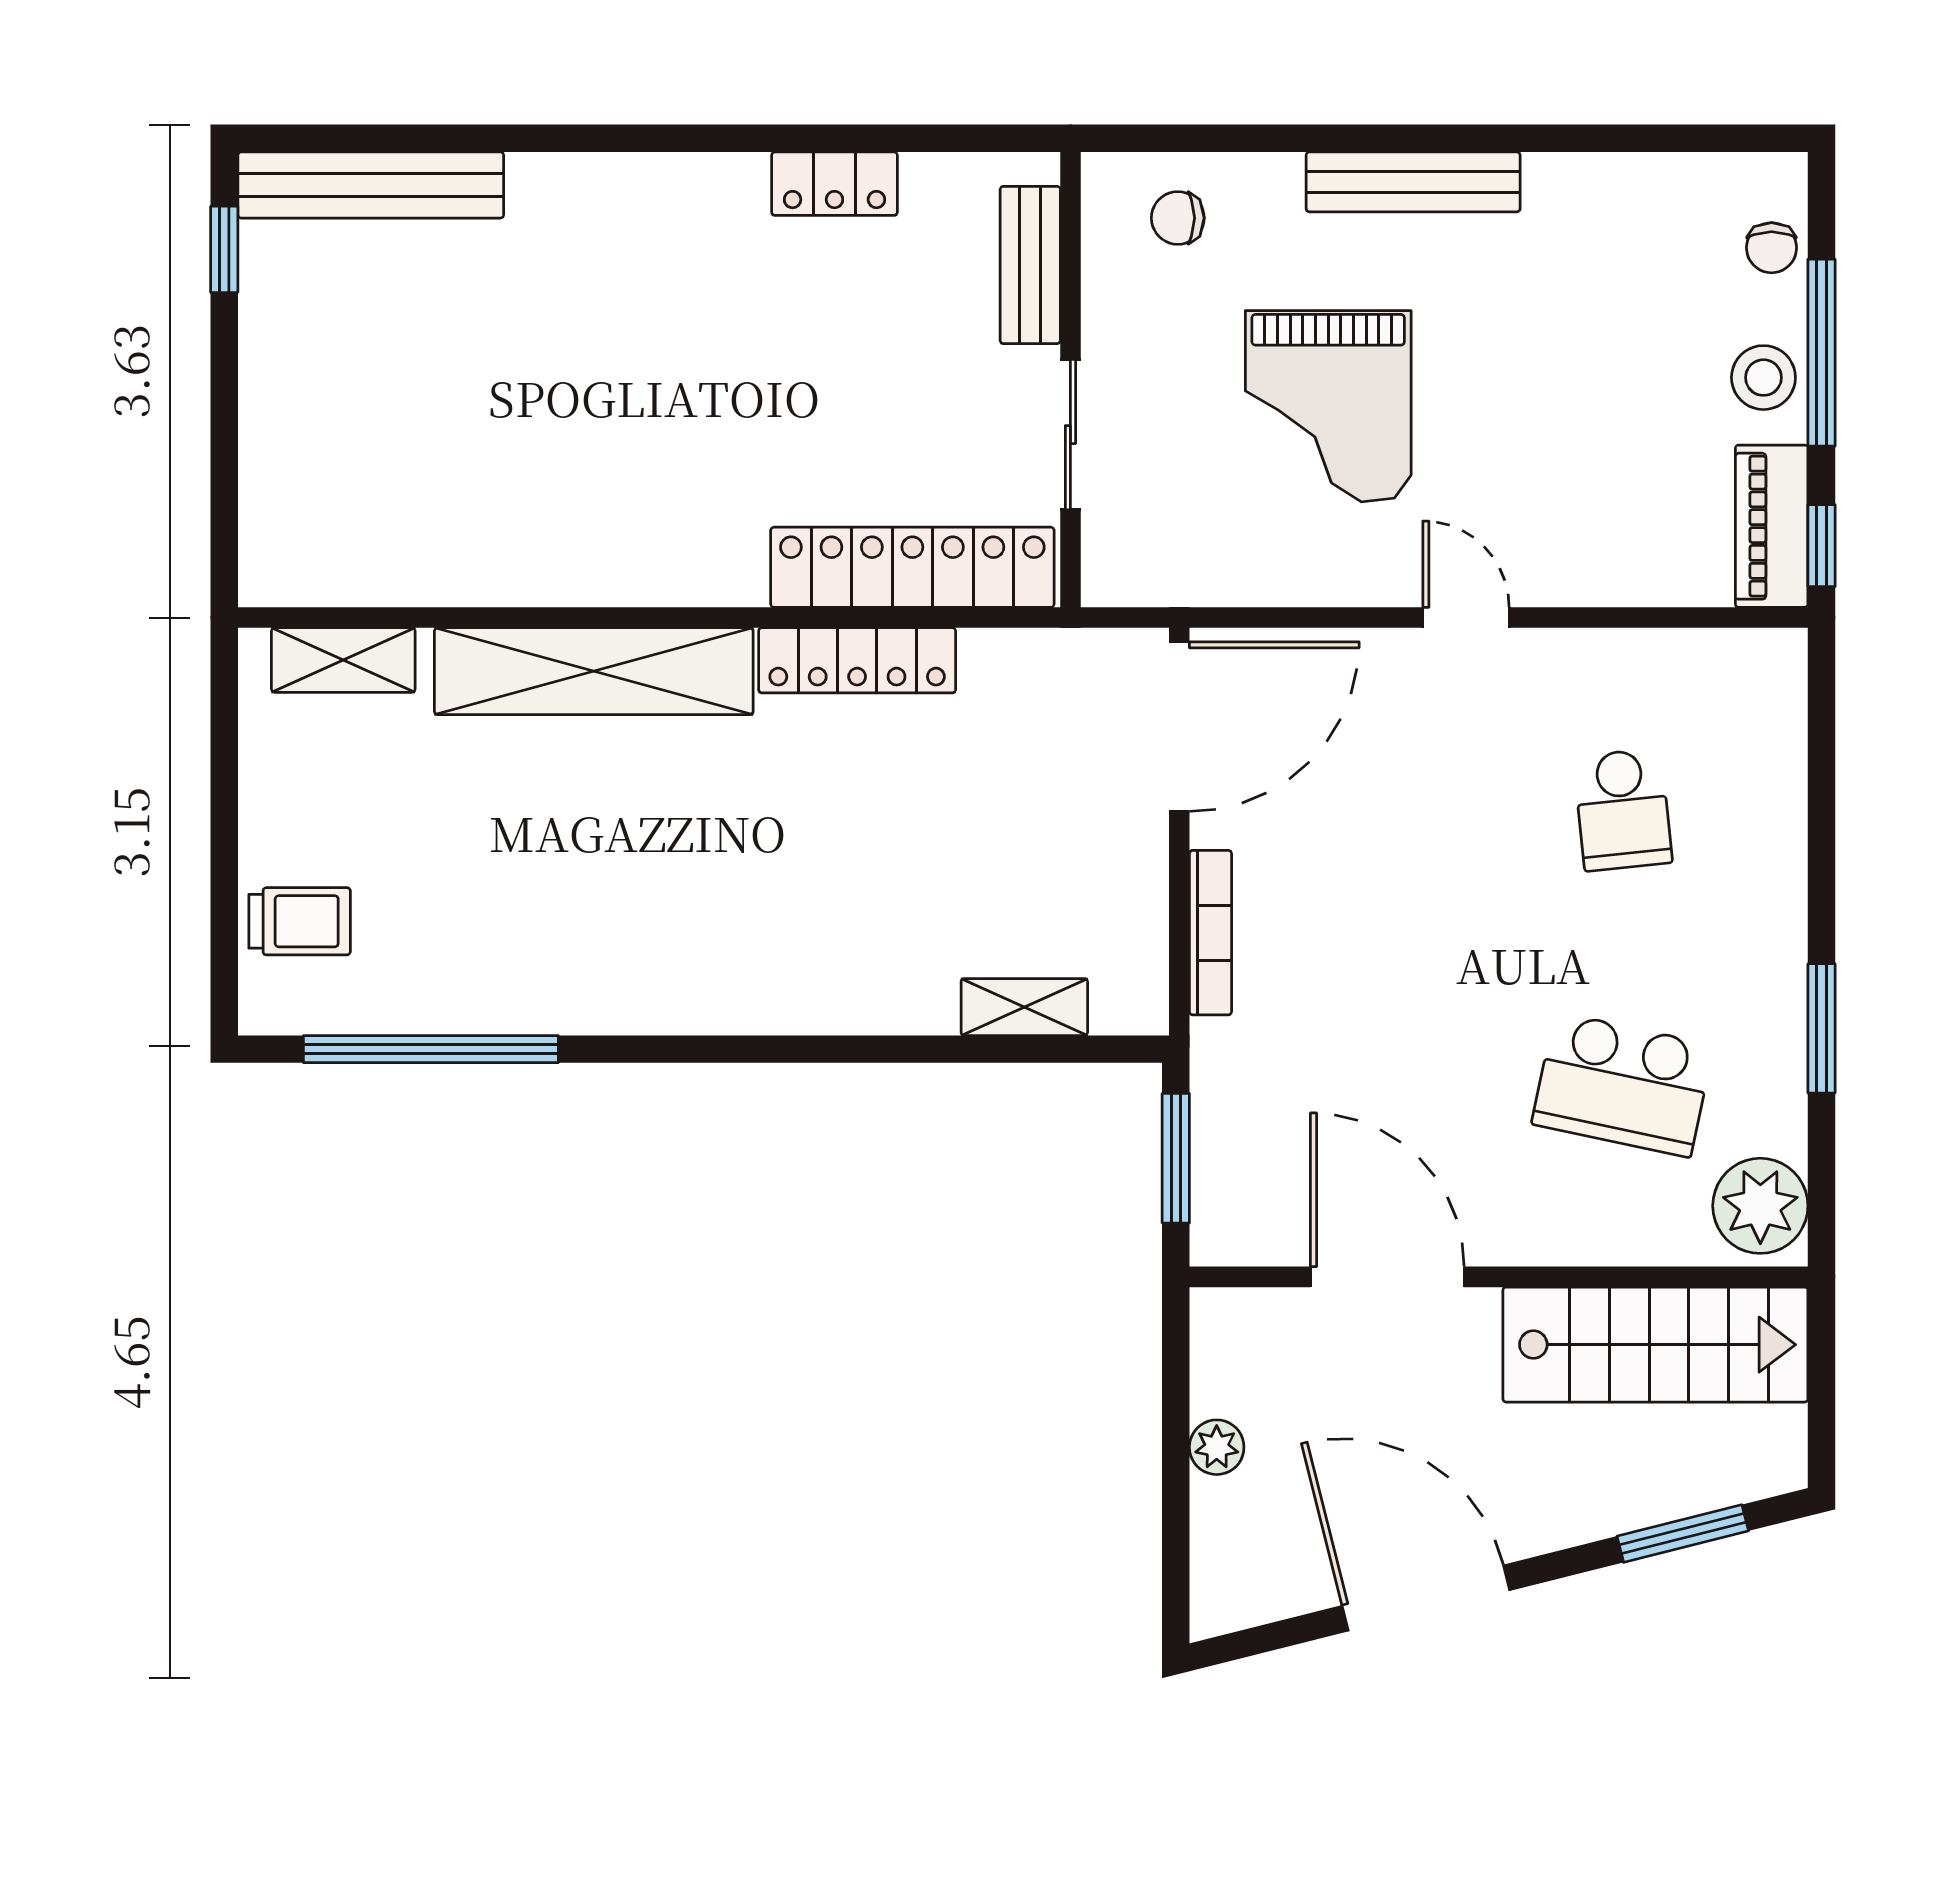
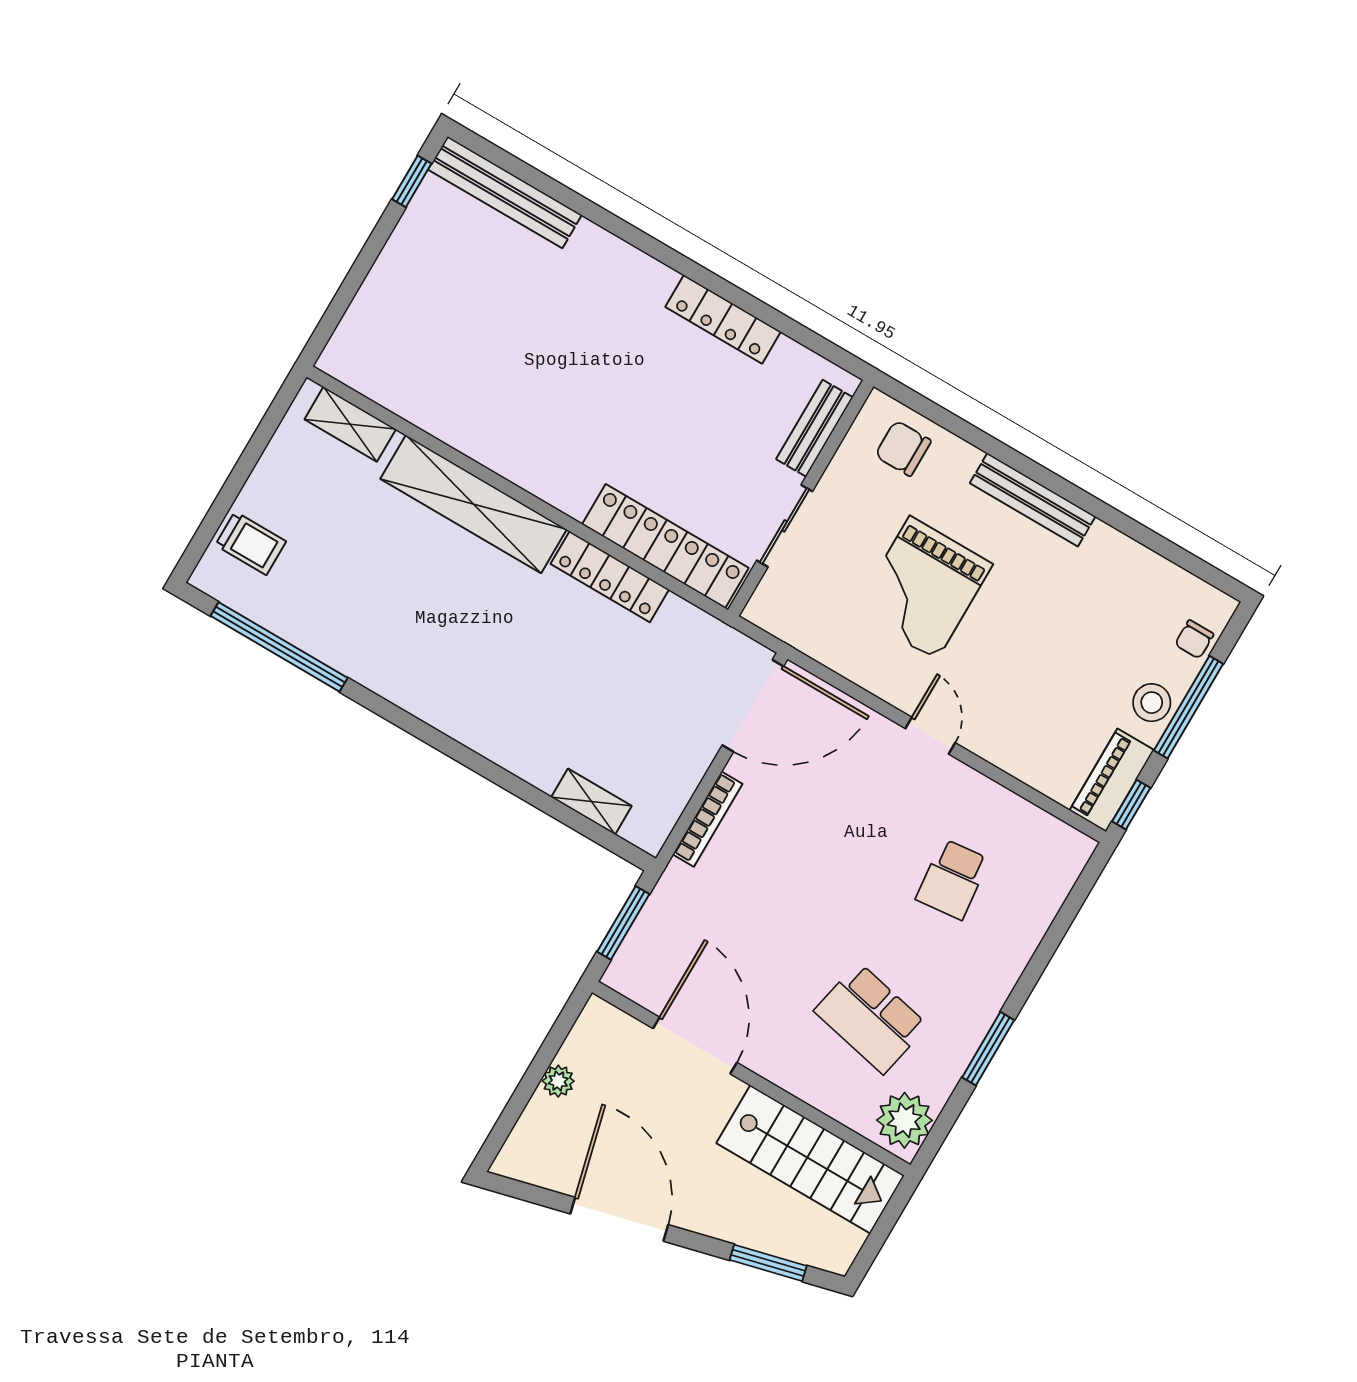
locker: (834, 184) -> (723, 319), width x1.53
chair: (1178, 218) -> (903, 448), width x1.37, depth x1.37

